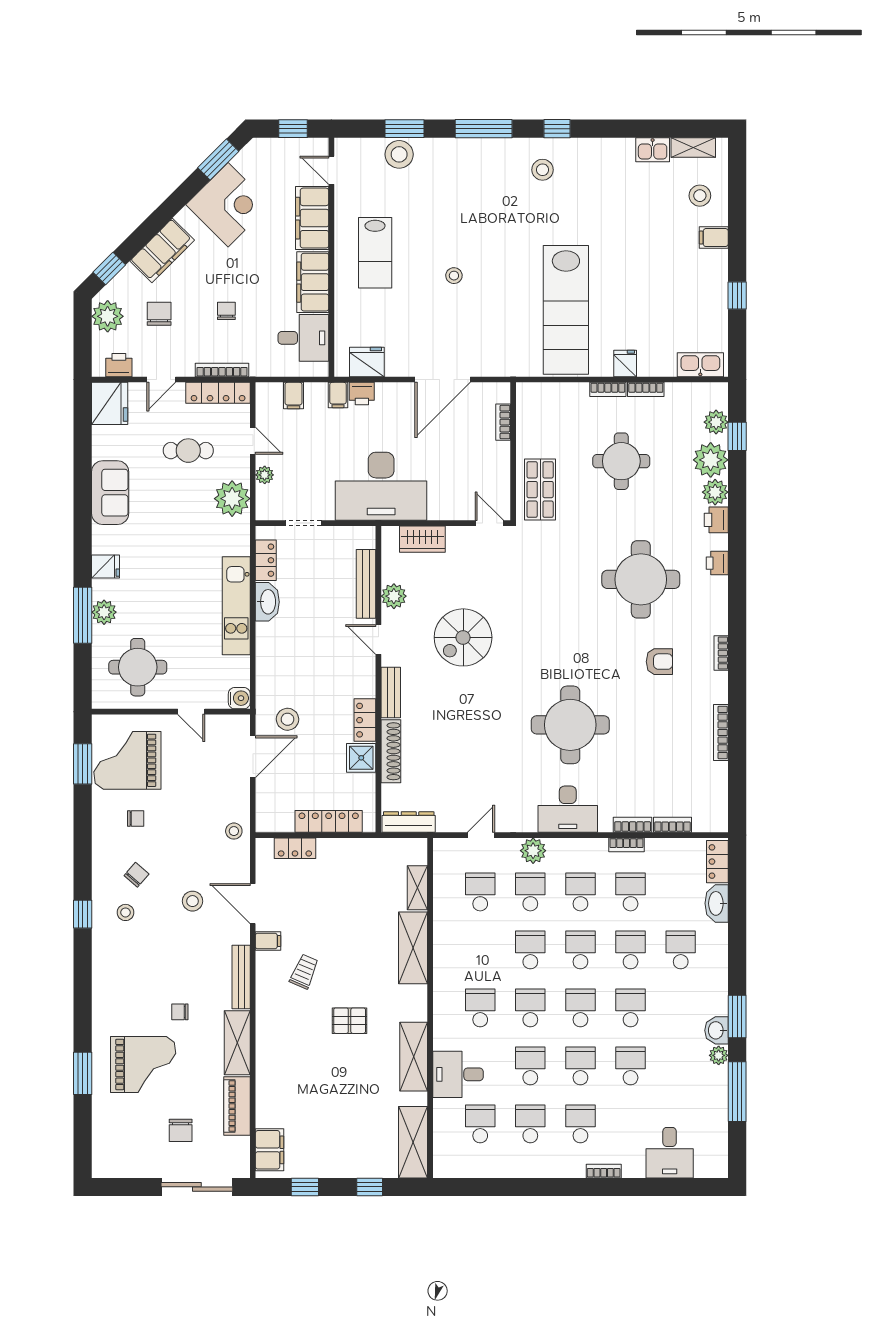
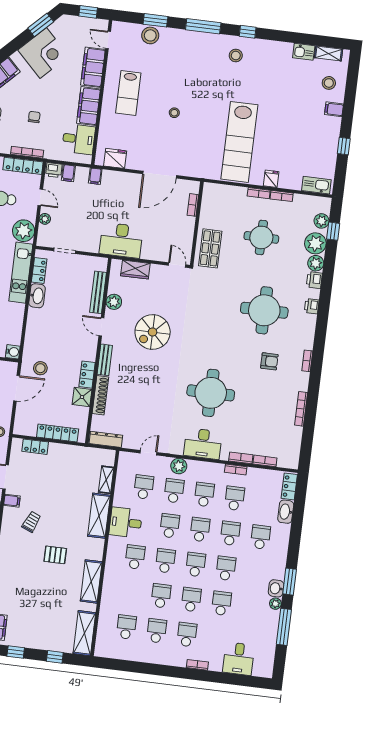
printer: (362, 394) -> (54, 170), moved
desk: (381, 486) -> (121, 240), width x0.73, depth x0.77
kitchen unit: (236, 606) -> (21, 273), moved
desk: (458, 1074) -> (126, 523), moved

